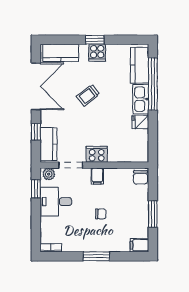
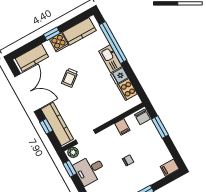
kitchen counter: (140, 65) -> (79, 31), moved, turned -90
kitchen counter: (49, 144) -> (57, 124), width x1.50
cooker: (97, 154) -> (127, 90), moved, turned -90
filing cabinet: (97, 176) -> (122, 127), moved
window: (153, 214) -> (160, 127), moved

